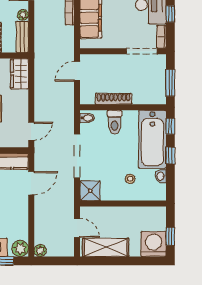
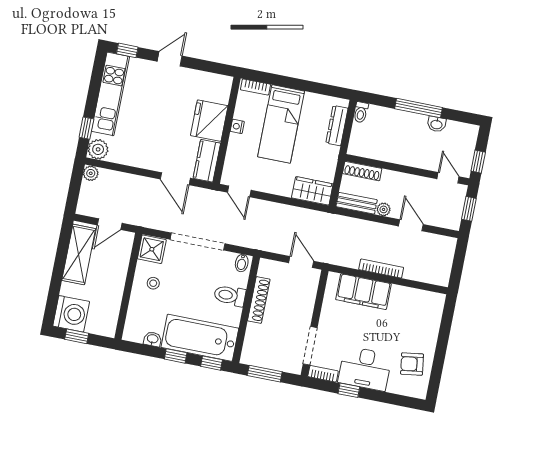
stool: (130, 179) -> (153, 283), moved

